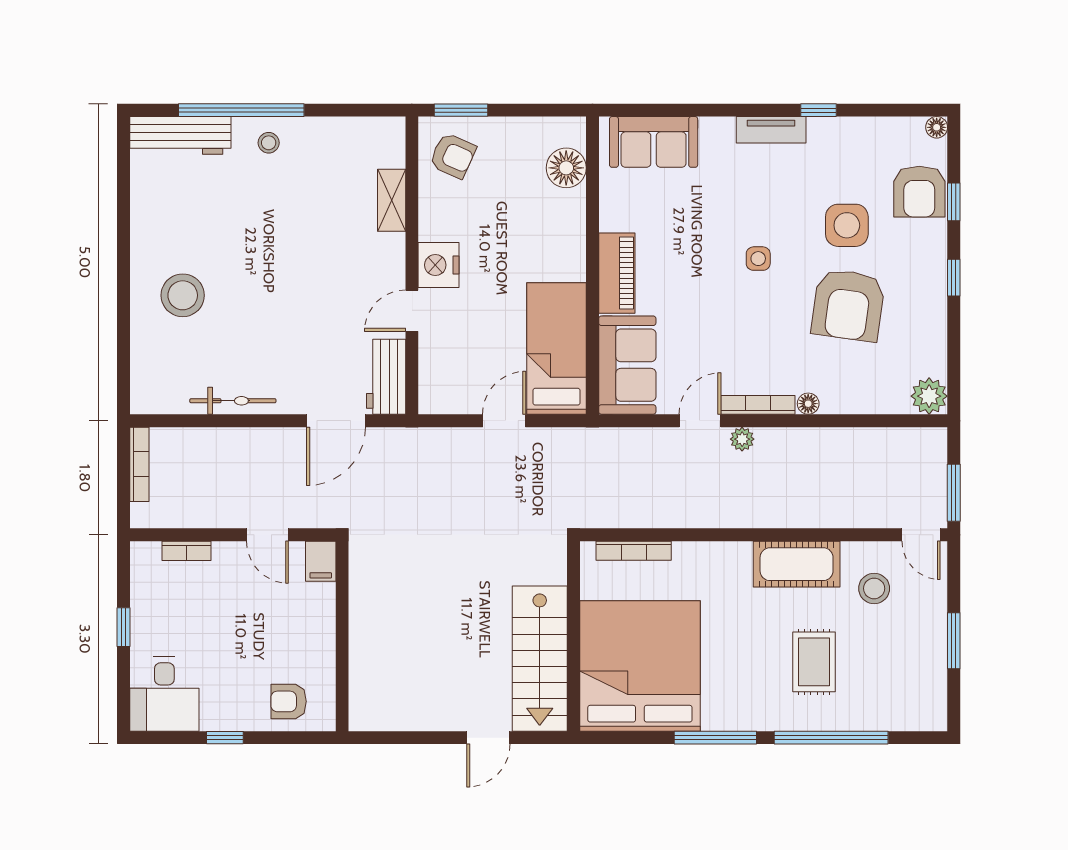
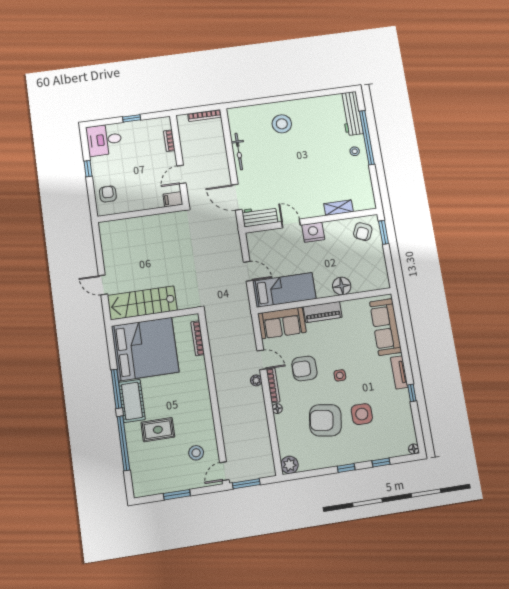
sofa: (654, 142) -> (386, 327), width x1.36
floor lamp: (566, 168) -> (342, 286), moved
armchair: (919, 192) -> (304, 368), moved
cot: (797, 564) -> (132, 401), moved

